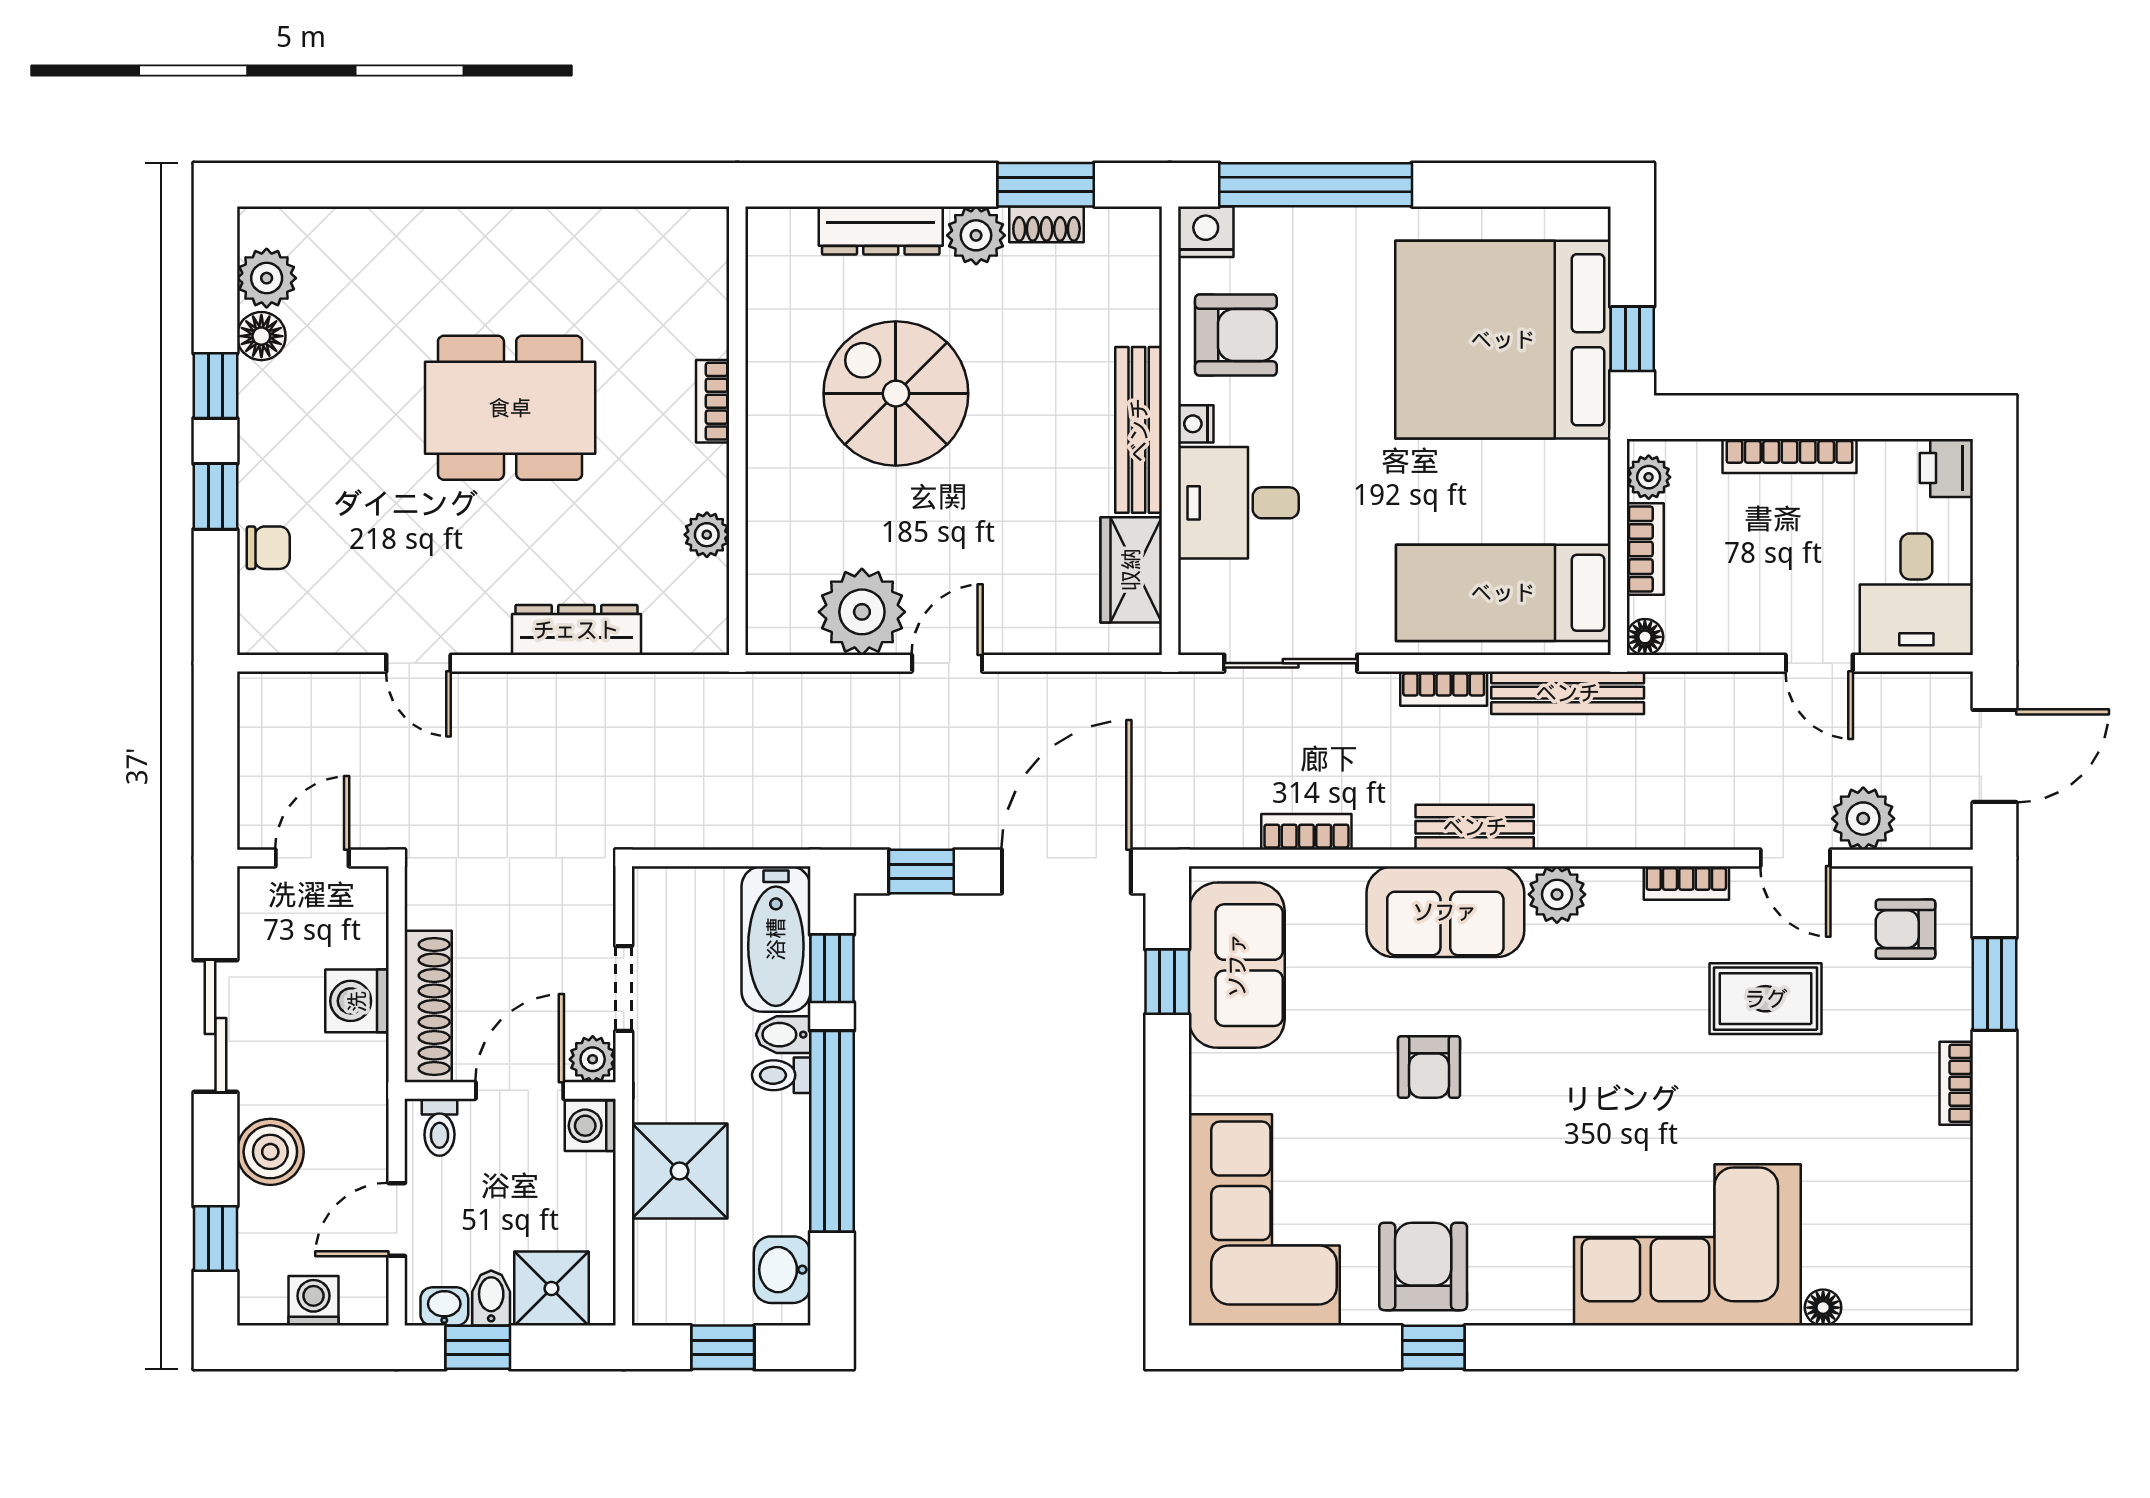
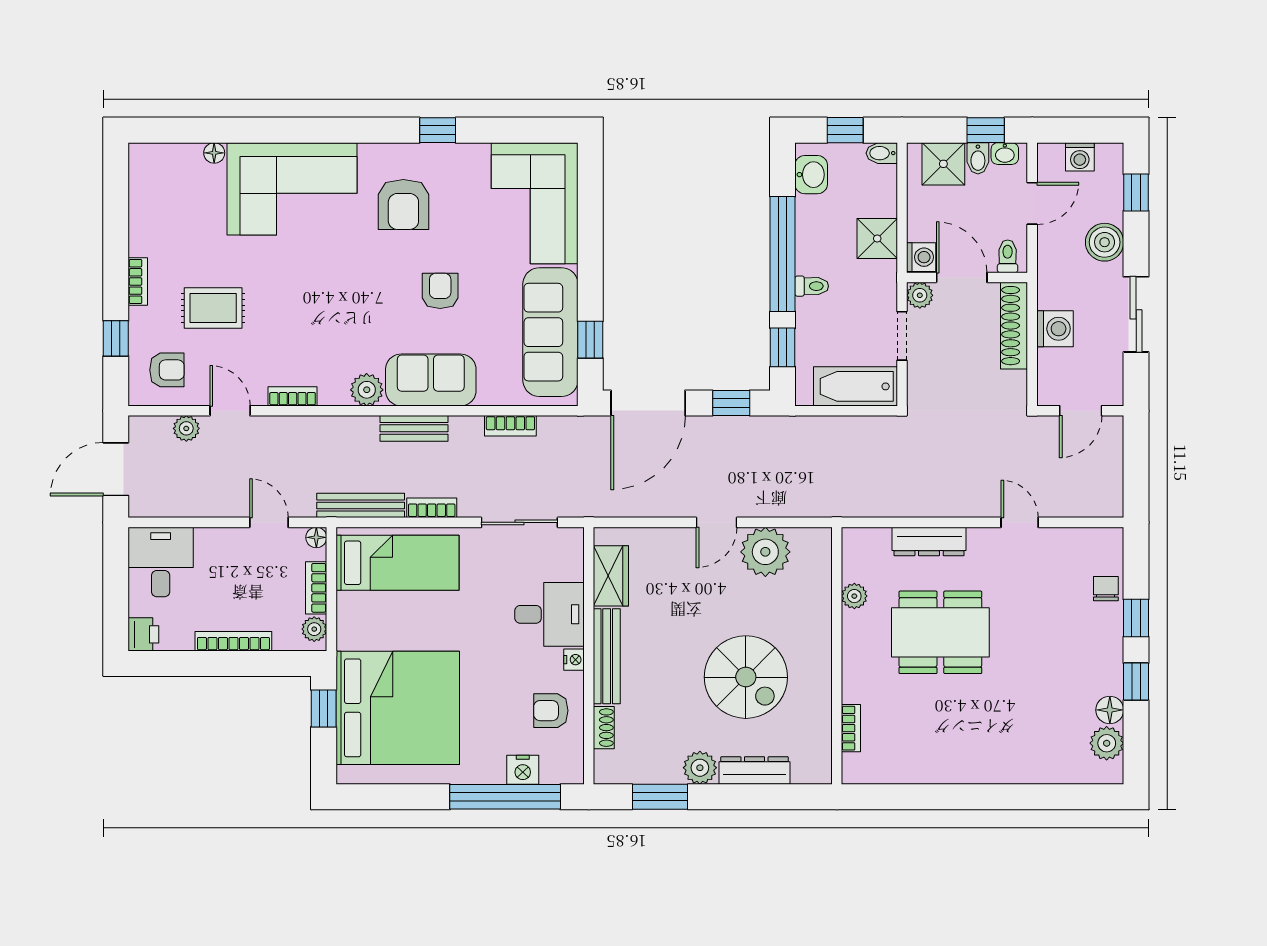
shoe rack: (1046, 224) -> (604, 728), moved, turned 90
nightstand: (1206, 232) -> (523, 770), moved
armchair: (1236, 335) -> (551, 711), width x0.72, depth x0.72
bookcase: (713, 401) -> (851, 728), moved
dining table: (510, 408) -> (940, 632), moved
chair: (268, 548) -> (1106, 589), turned 90
door: (1819, 663) -> (269, 522), moved
plant: (1863, 819) -> (186, 428), width x0.73, depth x0.73
bathtub: (776, 939) -> (855, 386), moved, turned -90
sofa: (1237, 965) -> (550, 332), width x1.36
window: (1995, 984) -> (116, 338), width x0.67
rug: (1766, 999) -> (213, 308), moved
bidet: (783, 1035) -> (882, 153), moved, turned 180
door: (520, 1090) -> (962, 277), swing flipped
shower: (680, 1171) -> (877, 238), width x0.73, depth x0.73
armchair: (1423, 1266) -> (403, 204), moved

